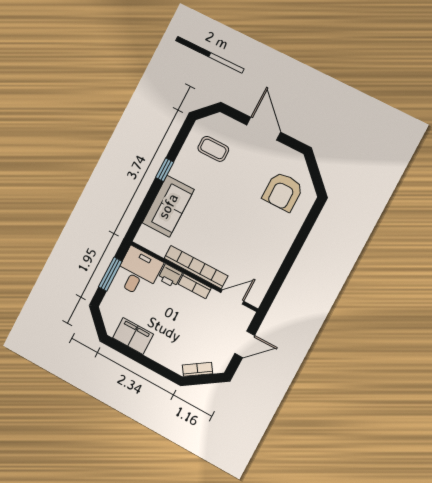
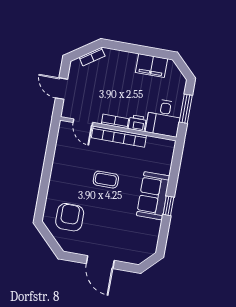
coffee table: (213, 149) -> (106, 180), moved
sofa: (168, 206) -> (153, 196), moved
door: (232, 297) -> (83, 122), hinge flipped
door: (245, 344) -> (61, 89), hinge flipped

